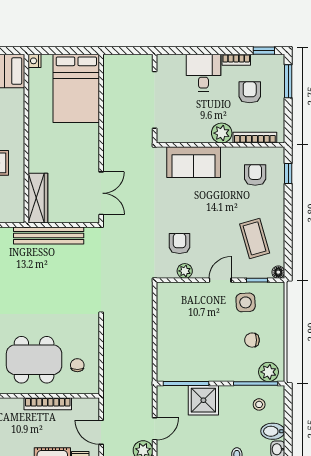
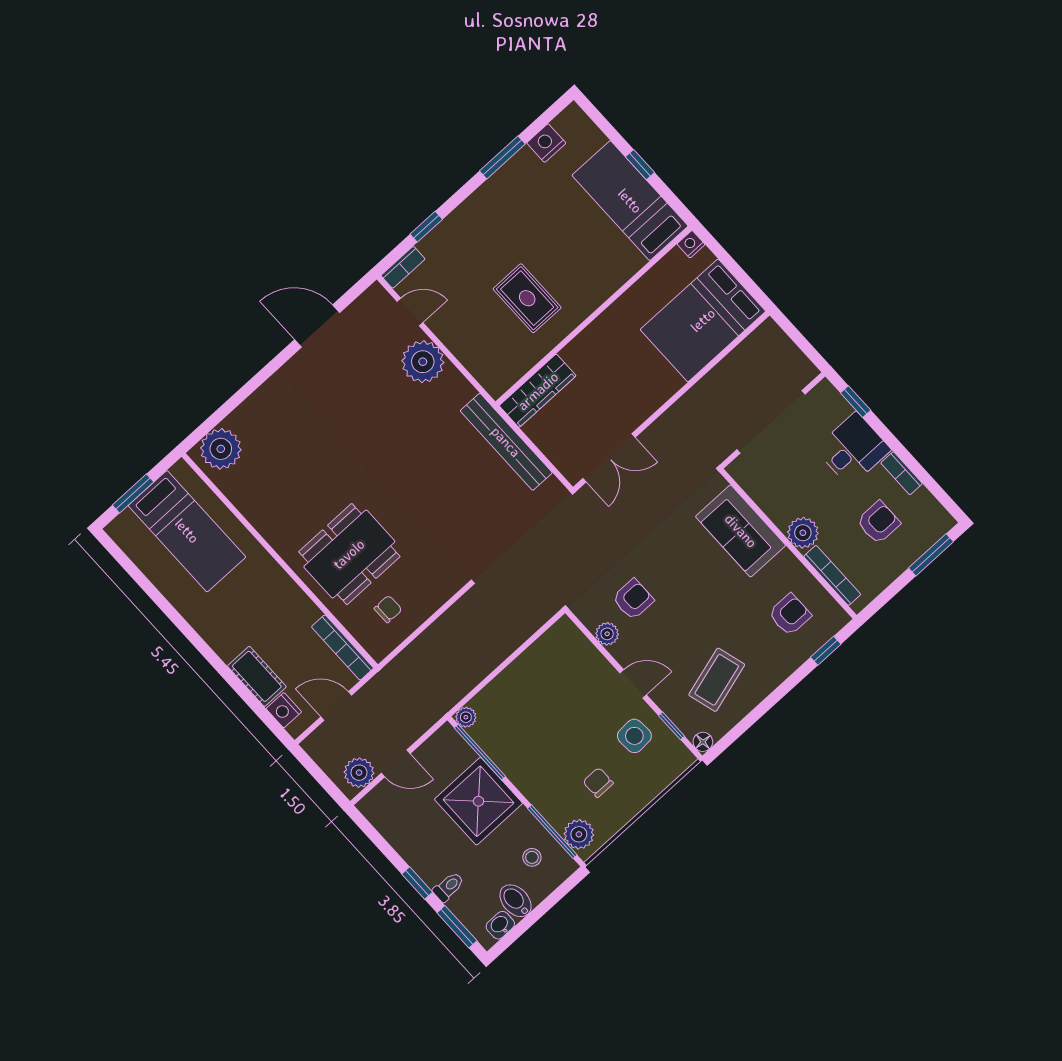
window: (264, 51) -> (856, 402), moved
dining table: (34, 360) -> (349, 554), turned 90
plant: (163, 375) -> (466, 717), added
shower: (203, 400) -> (478, 801), width x1.37, depth x1.37
bookcase: (48, 404) -> (342, 647), moved
door: (101, 432) -> (336, 706), hinge flipped

